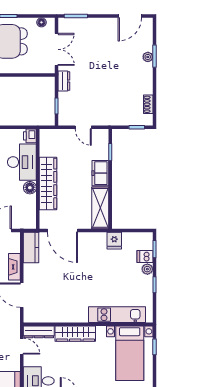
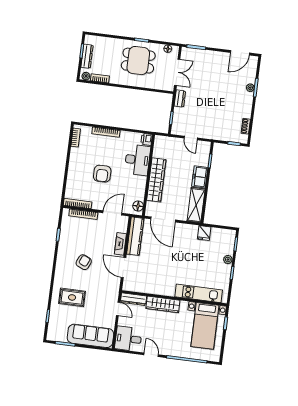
floor lamp: (30, 188) -> (138, 206), moved
kitchen counter: (31, 247) -> (135, 236), width x1.50
dishwasher: (145, 256) -> (227, 249), removed

